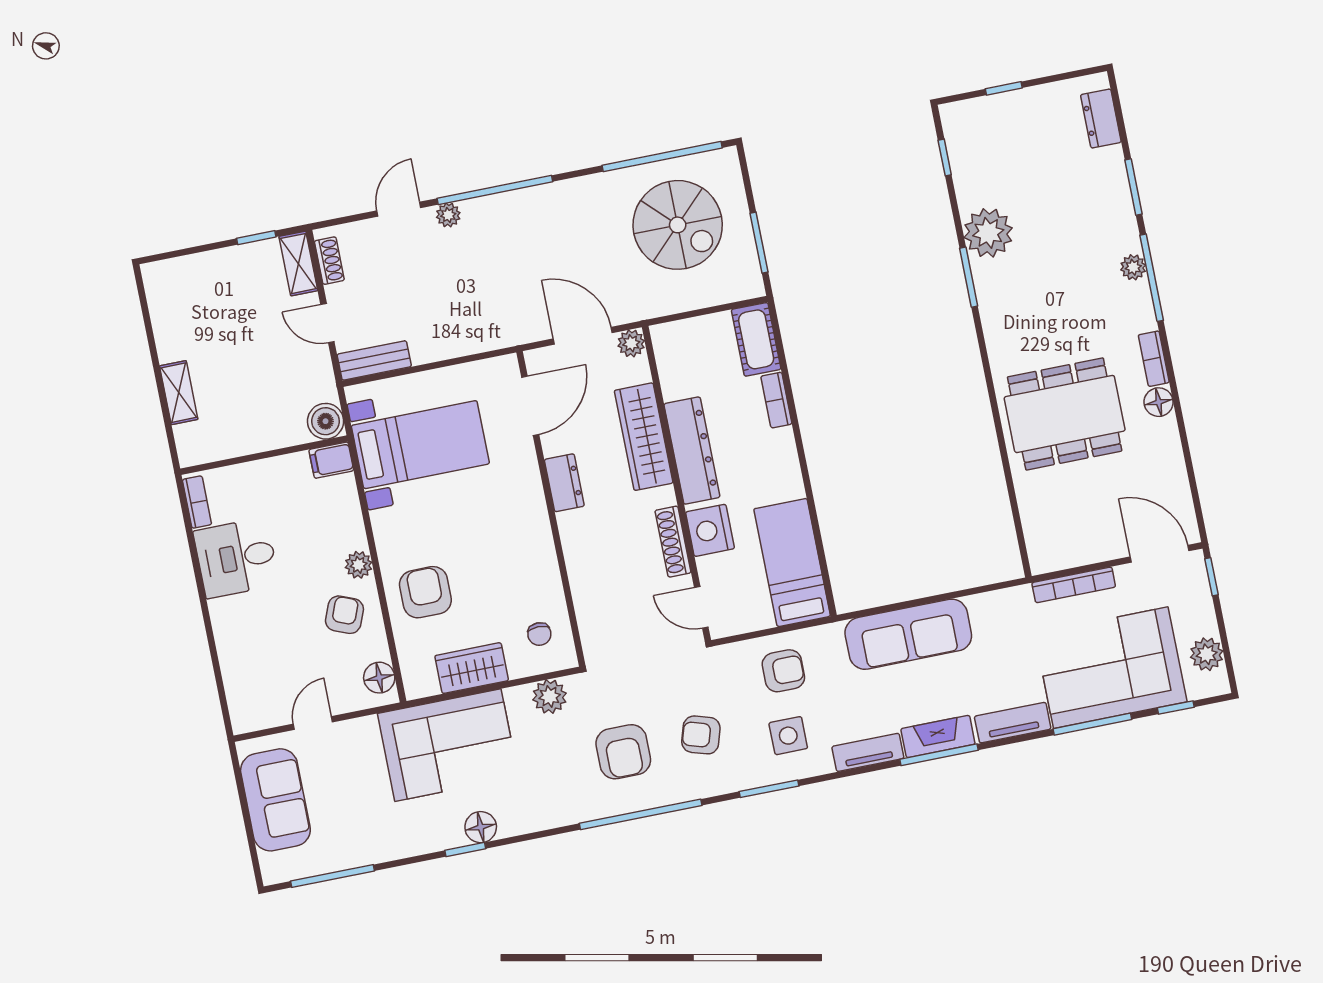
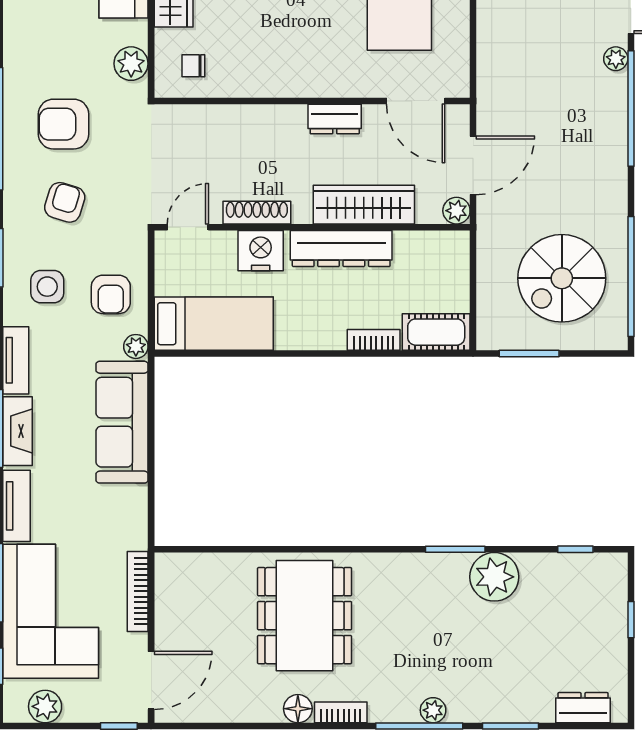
plant: (830, 635) -> (136, 346), added

